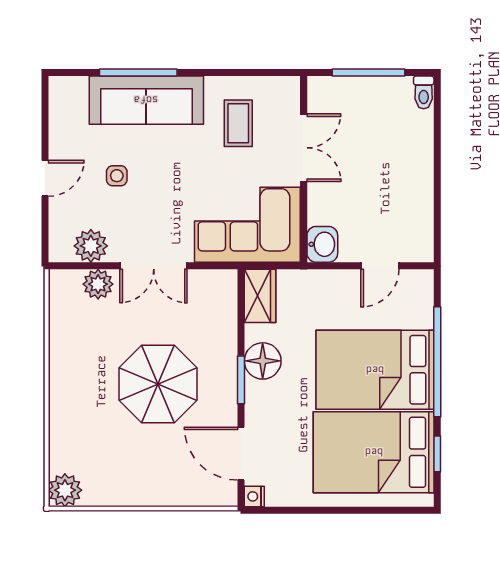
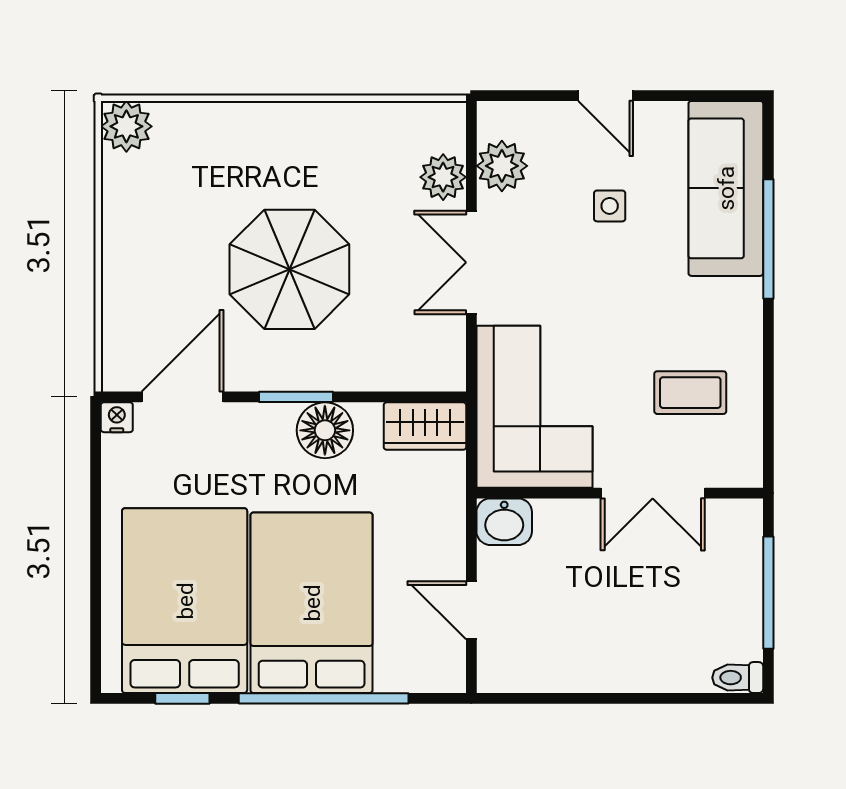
sofa: (146, 100) -> (726, 188), moved

